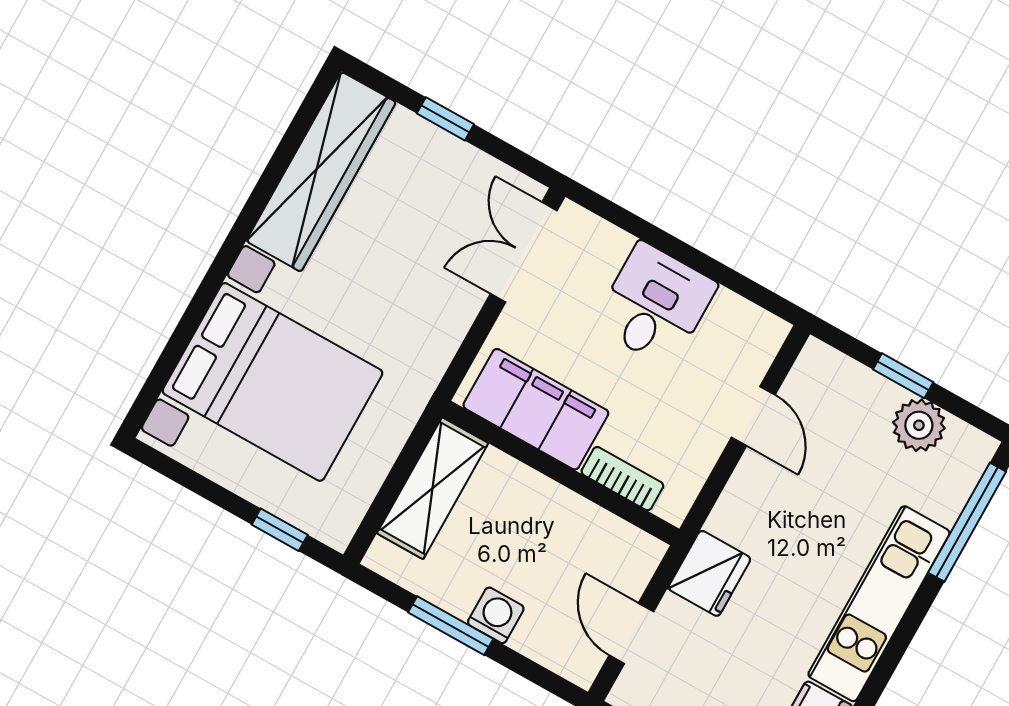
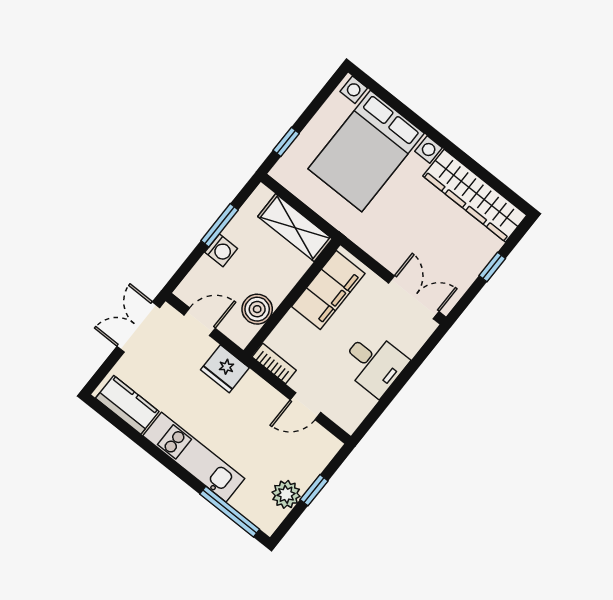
bookcase: (622, 479) -> (274, 364), moved, turned -90
boiler: (592, 533) -> (257, 309), added

